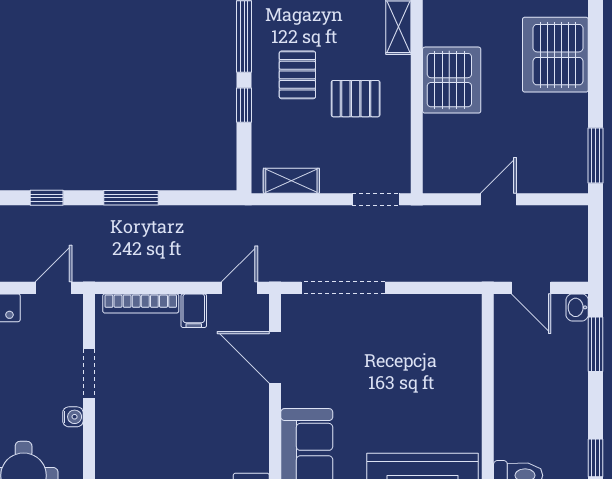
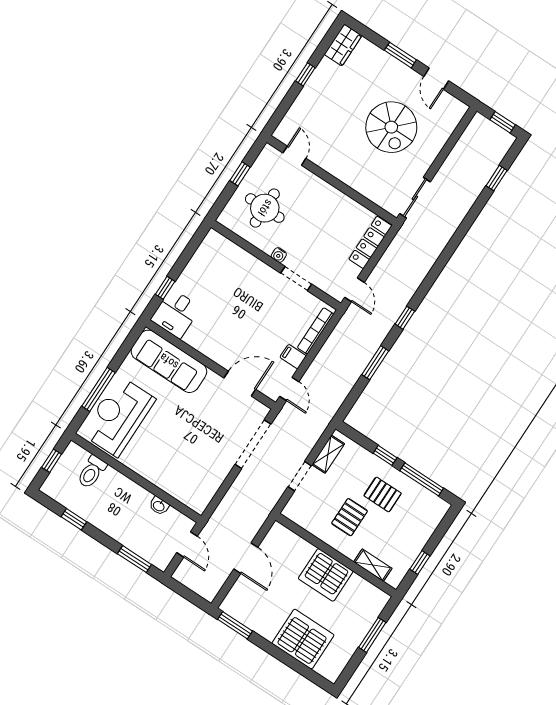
doorway: (376, 199) -> (300, 476), moved
door: (498, 199) -> (246, 558), width x1.37
door: (531, 288) -> (187, 544), swing flipped
washbasin: (577, 307) -> (159, 506), moved, turned 180

